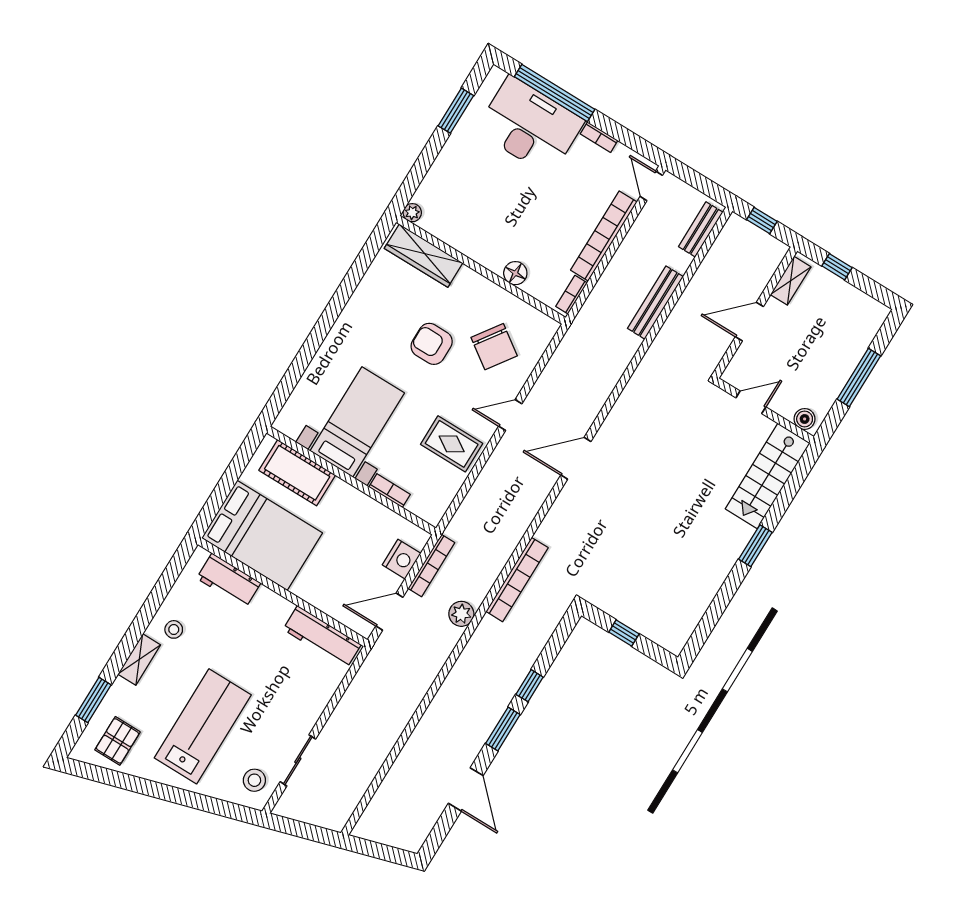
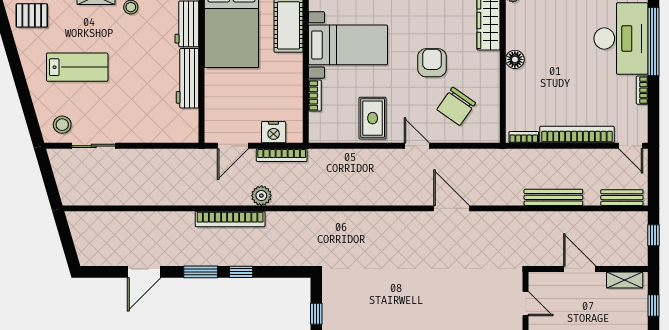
door: (651, 186) -> (631, 146), swing flipped
floor lamp: (515, 273) -> (515, 59), moved
door: (576, 458) -> (452, 208), moved
bookcase: (517, 580) -> (230, 219), moved
door: (389, 612) -> (233, 146), swing flipped
workbench: (322, 637) -> (188, 78), moved
lab bench: (203, 726) -> (77, 67), width x0.73, depth x0.72

